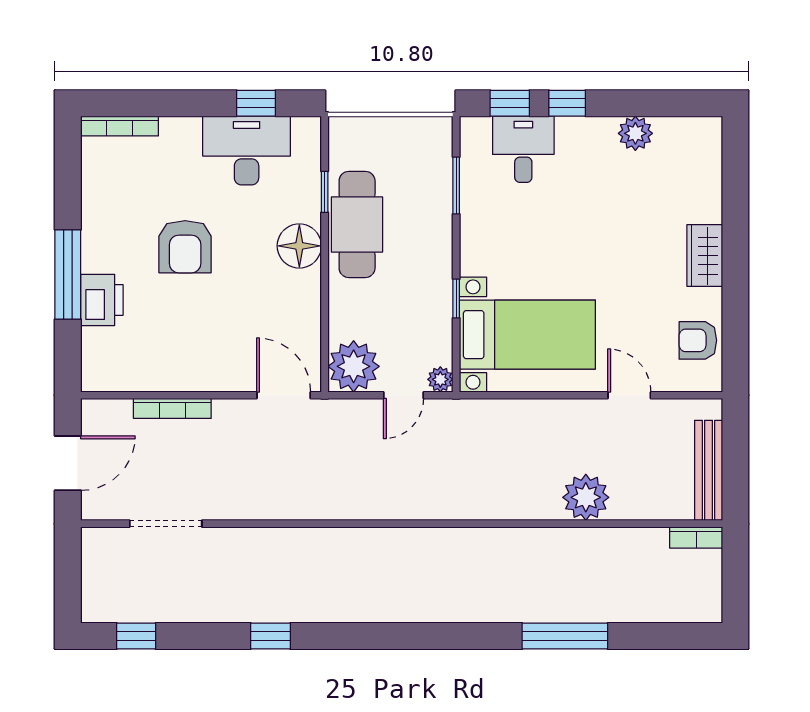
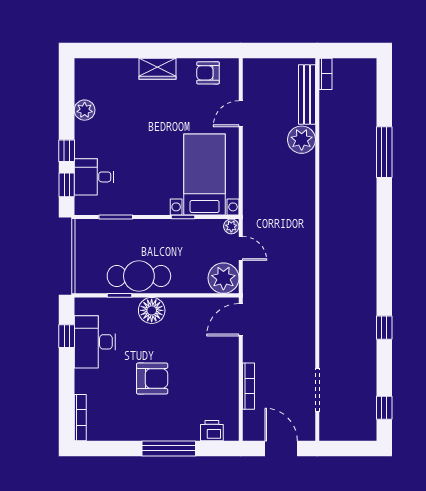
printer: (102, 300) -> (212, 431), moved, width x0.73, depth x0.81
armchair: (698, 340) -> (208, 73), turned 90
bench: (709, 470) -> (307, 94), moved, turned 90

